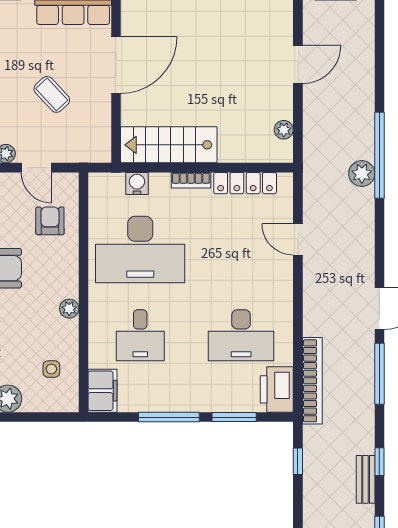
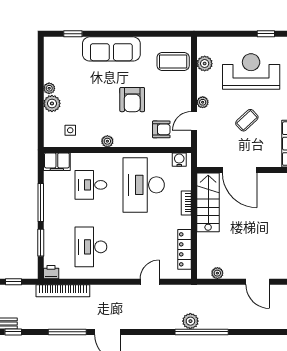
door: (116, 65) -> (240, 170), moved
coffee table: (52, 94) -> (247, 120), moved
bookcase: (191, 180) -> (186, 203), moved
water cooler: (137, 183) -> (179, 160), moved, turned -90
printer: (277, 389) -> (51, 272), width x0.53, depth x0.68

